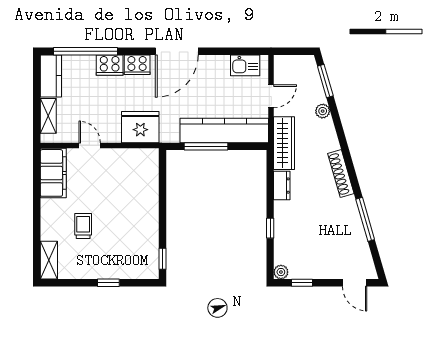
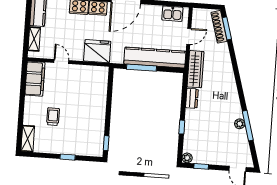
plant: (323, 111) -> (240, 124), moved
shoe rack: (341, 173) -> (219, 27), moved

